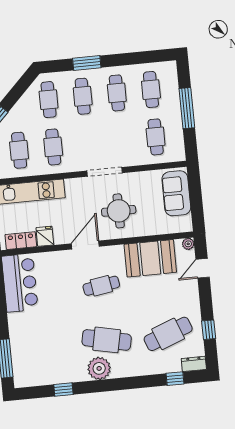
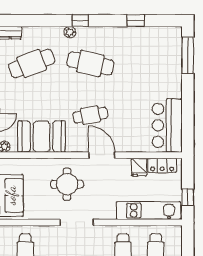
door: (85, 245) -> (102, 155), swing flipped
plant: (99, 368) -> (70, 32), moved, width x0.53, depth x0.53
window: (175, 379) -> (80, 21), moved

